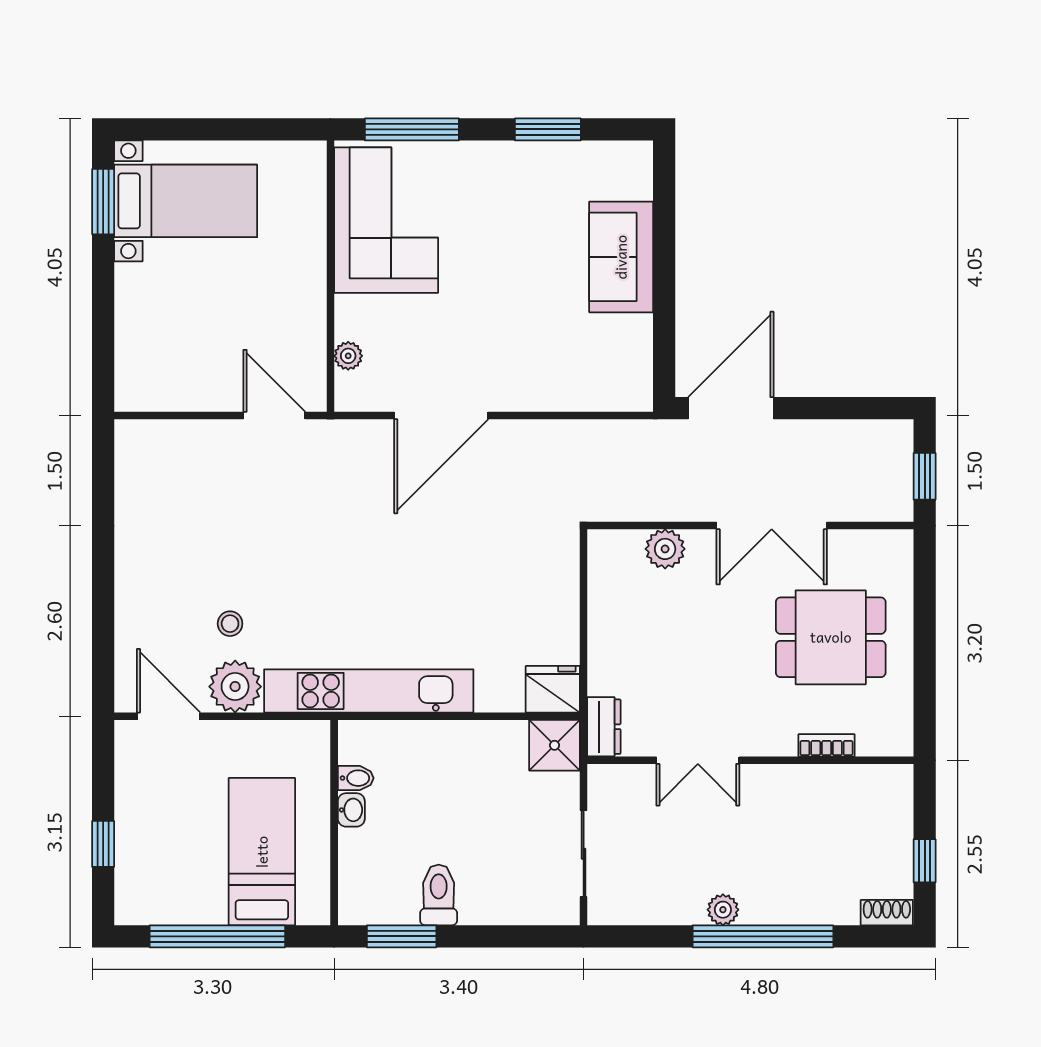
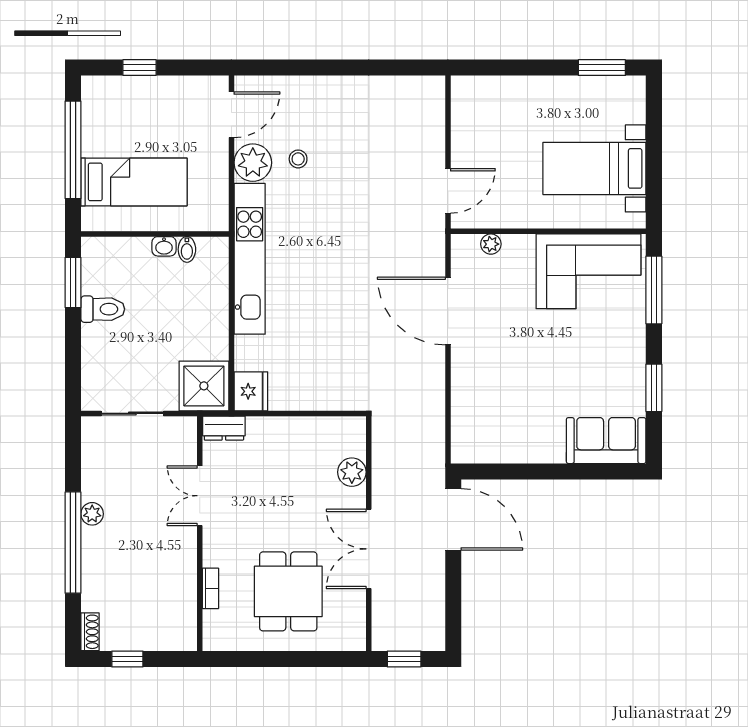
bed with nightstands: (186, 201) -> (594, 168), moved, turned 90
sofa: (621, 257) -> (606, 441), moved
shower: (555, 745) -> (204, 386), width x1.36, depth x1.36

